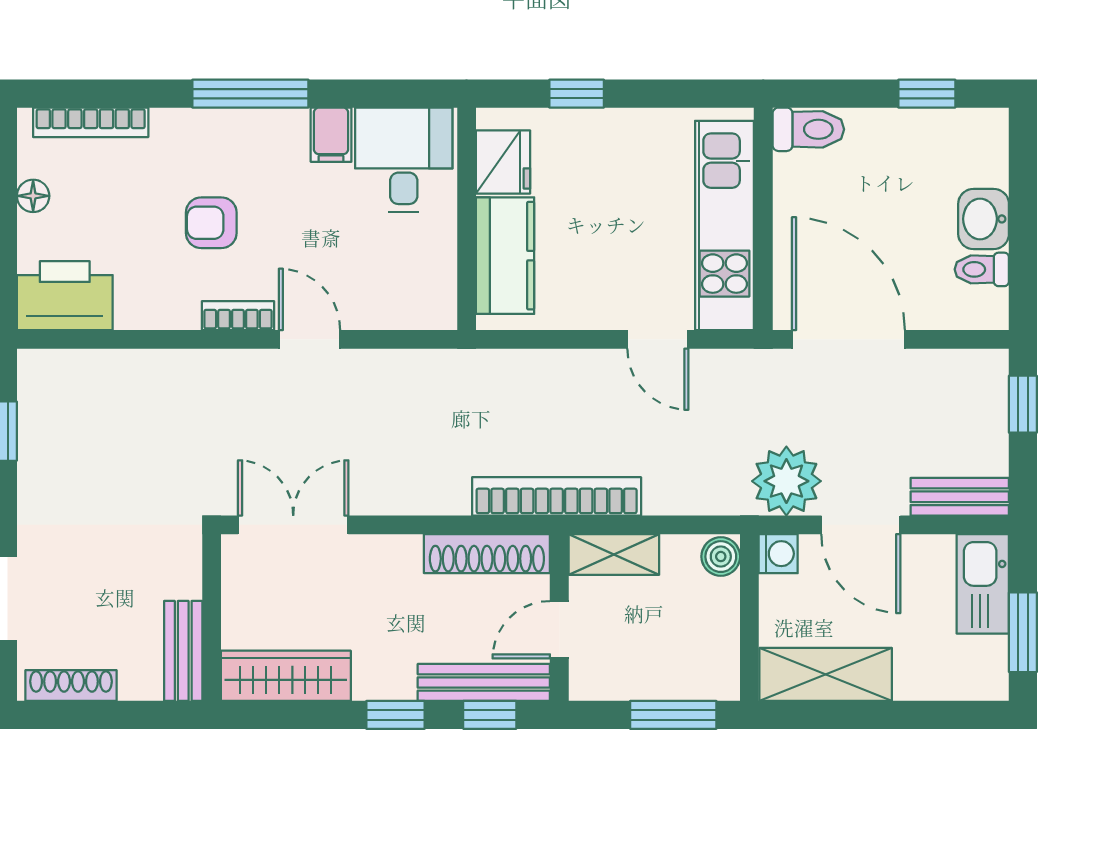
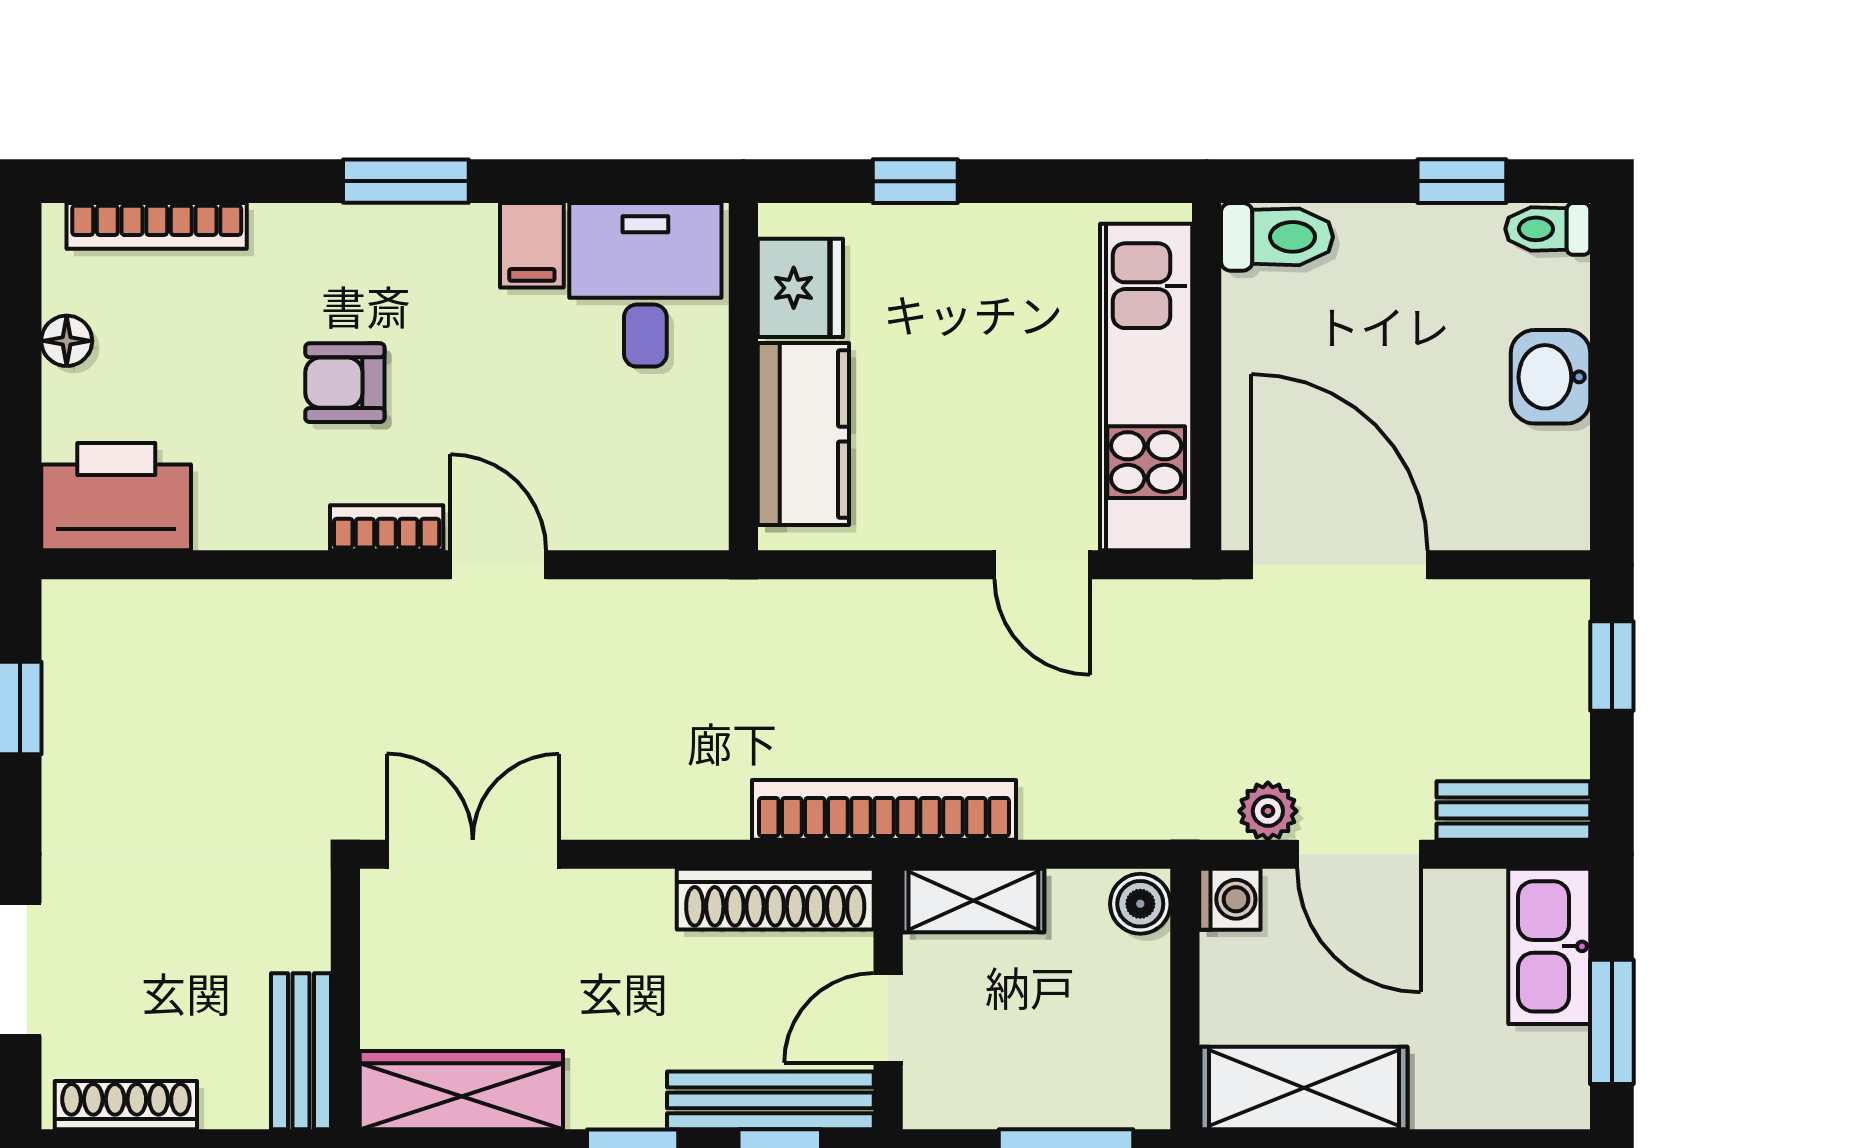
window: (250, 94) -> (406, 181), width x0.69
toilet: (982, 269) -> (1548, 229), moved
plant: (786, 481) -> (1268, 811), width x0.53, depth x0.53

